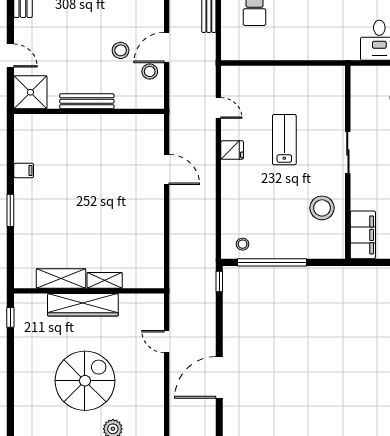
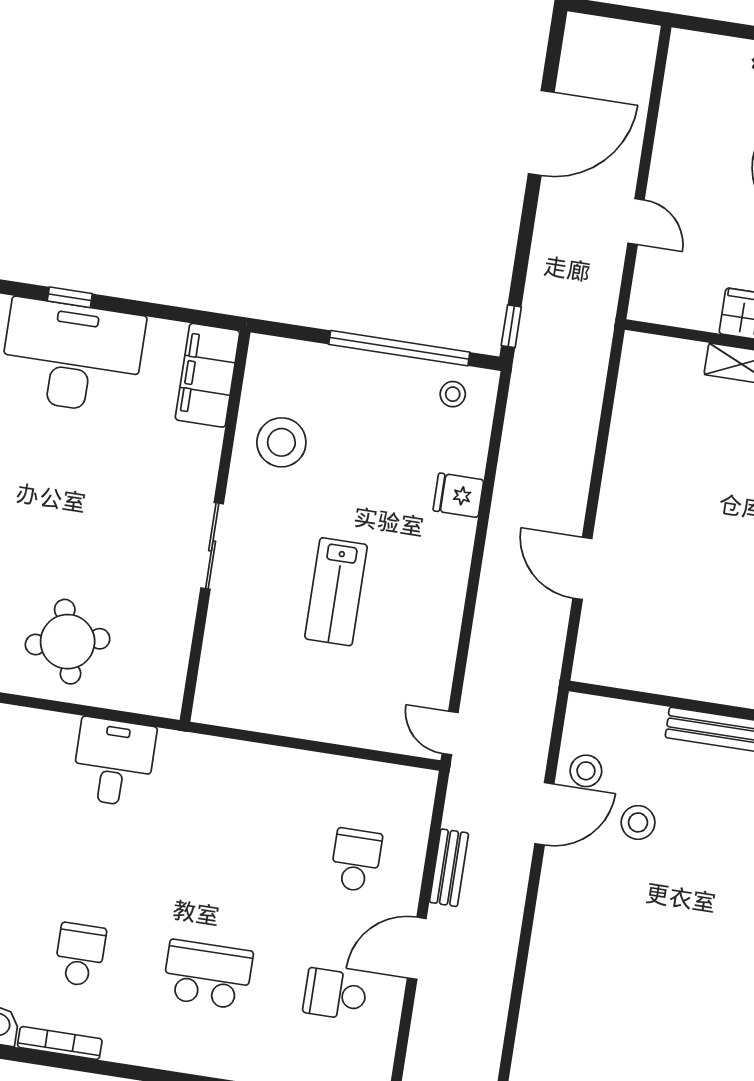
door: (218, 108) -> (450, 733), moved
fridge: (232, 150) -> (458, 495), moved

